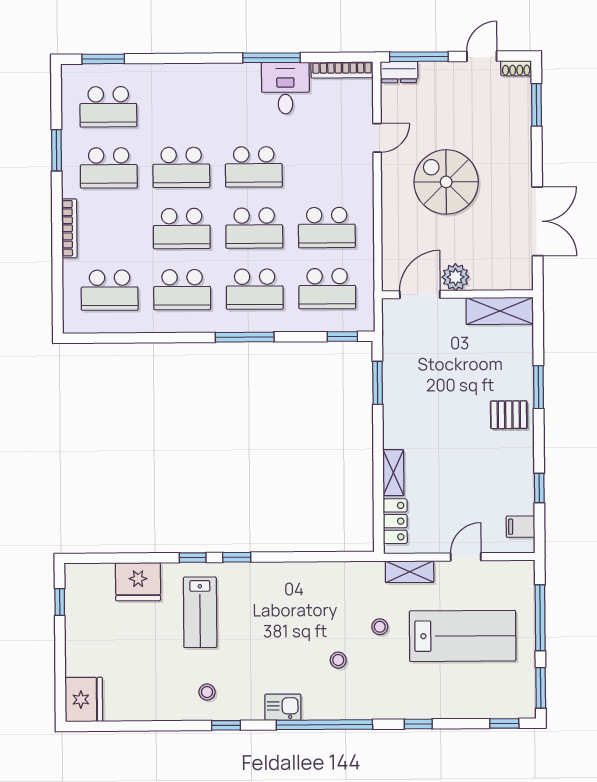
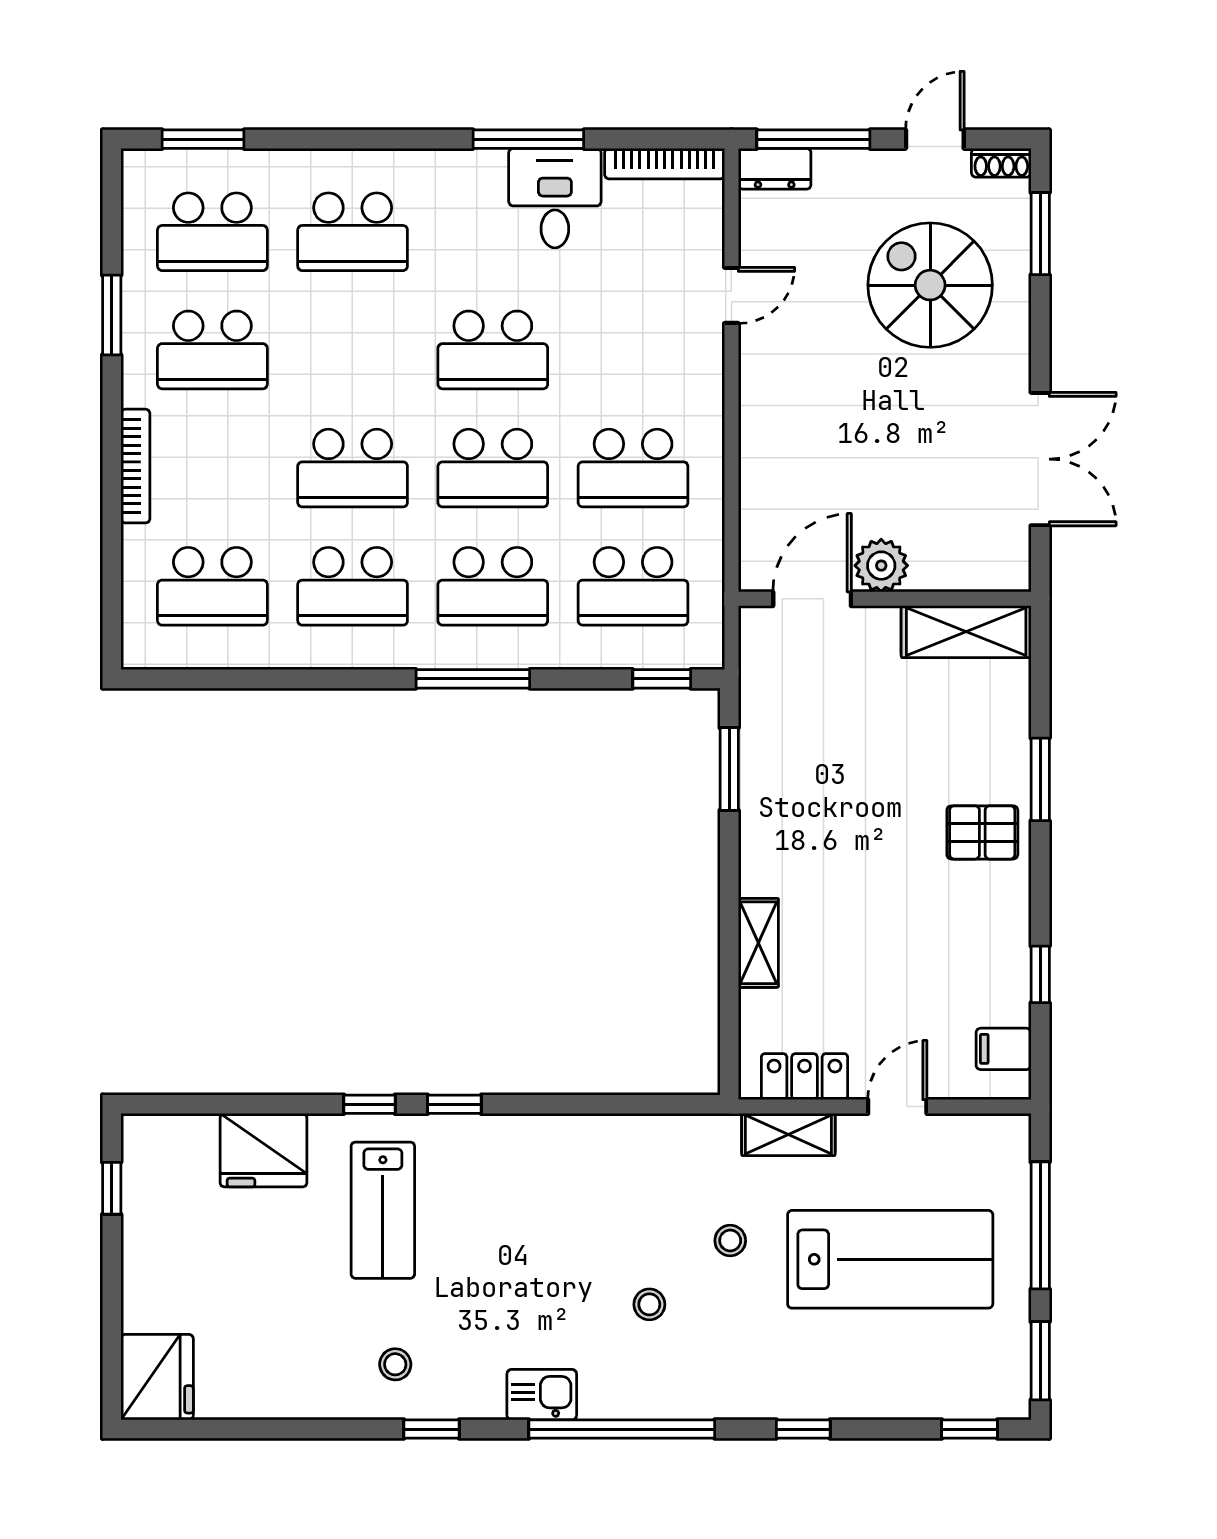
school desk: (181, 167) -> (353, 232), moved
spiral stairs: (446, 182) -> (930, 285), moved
locker: (395, 521) -> (804, 1077), moved, turned -90

